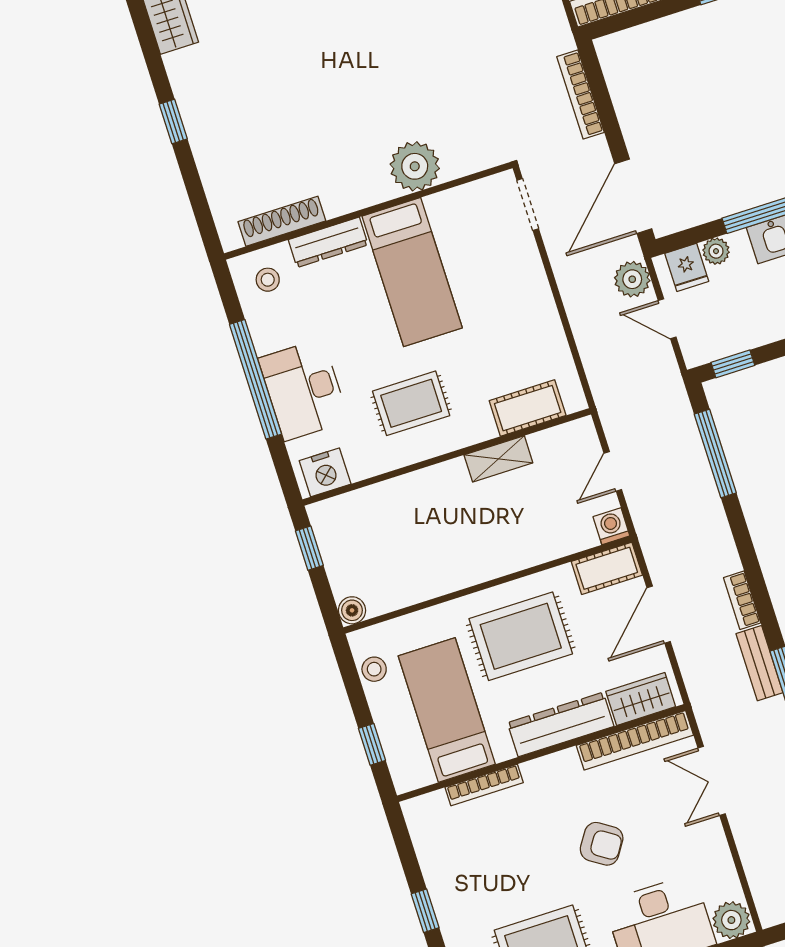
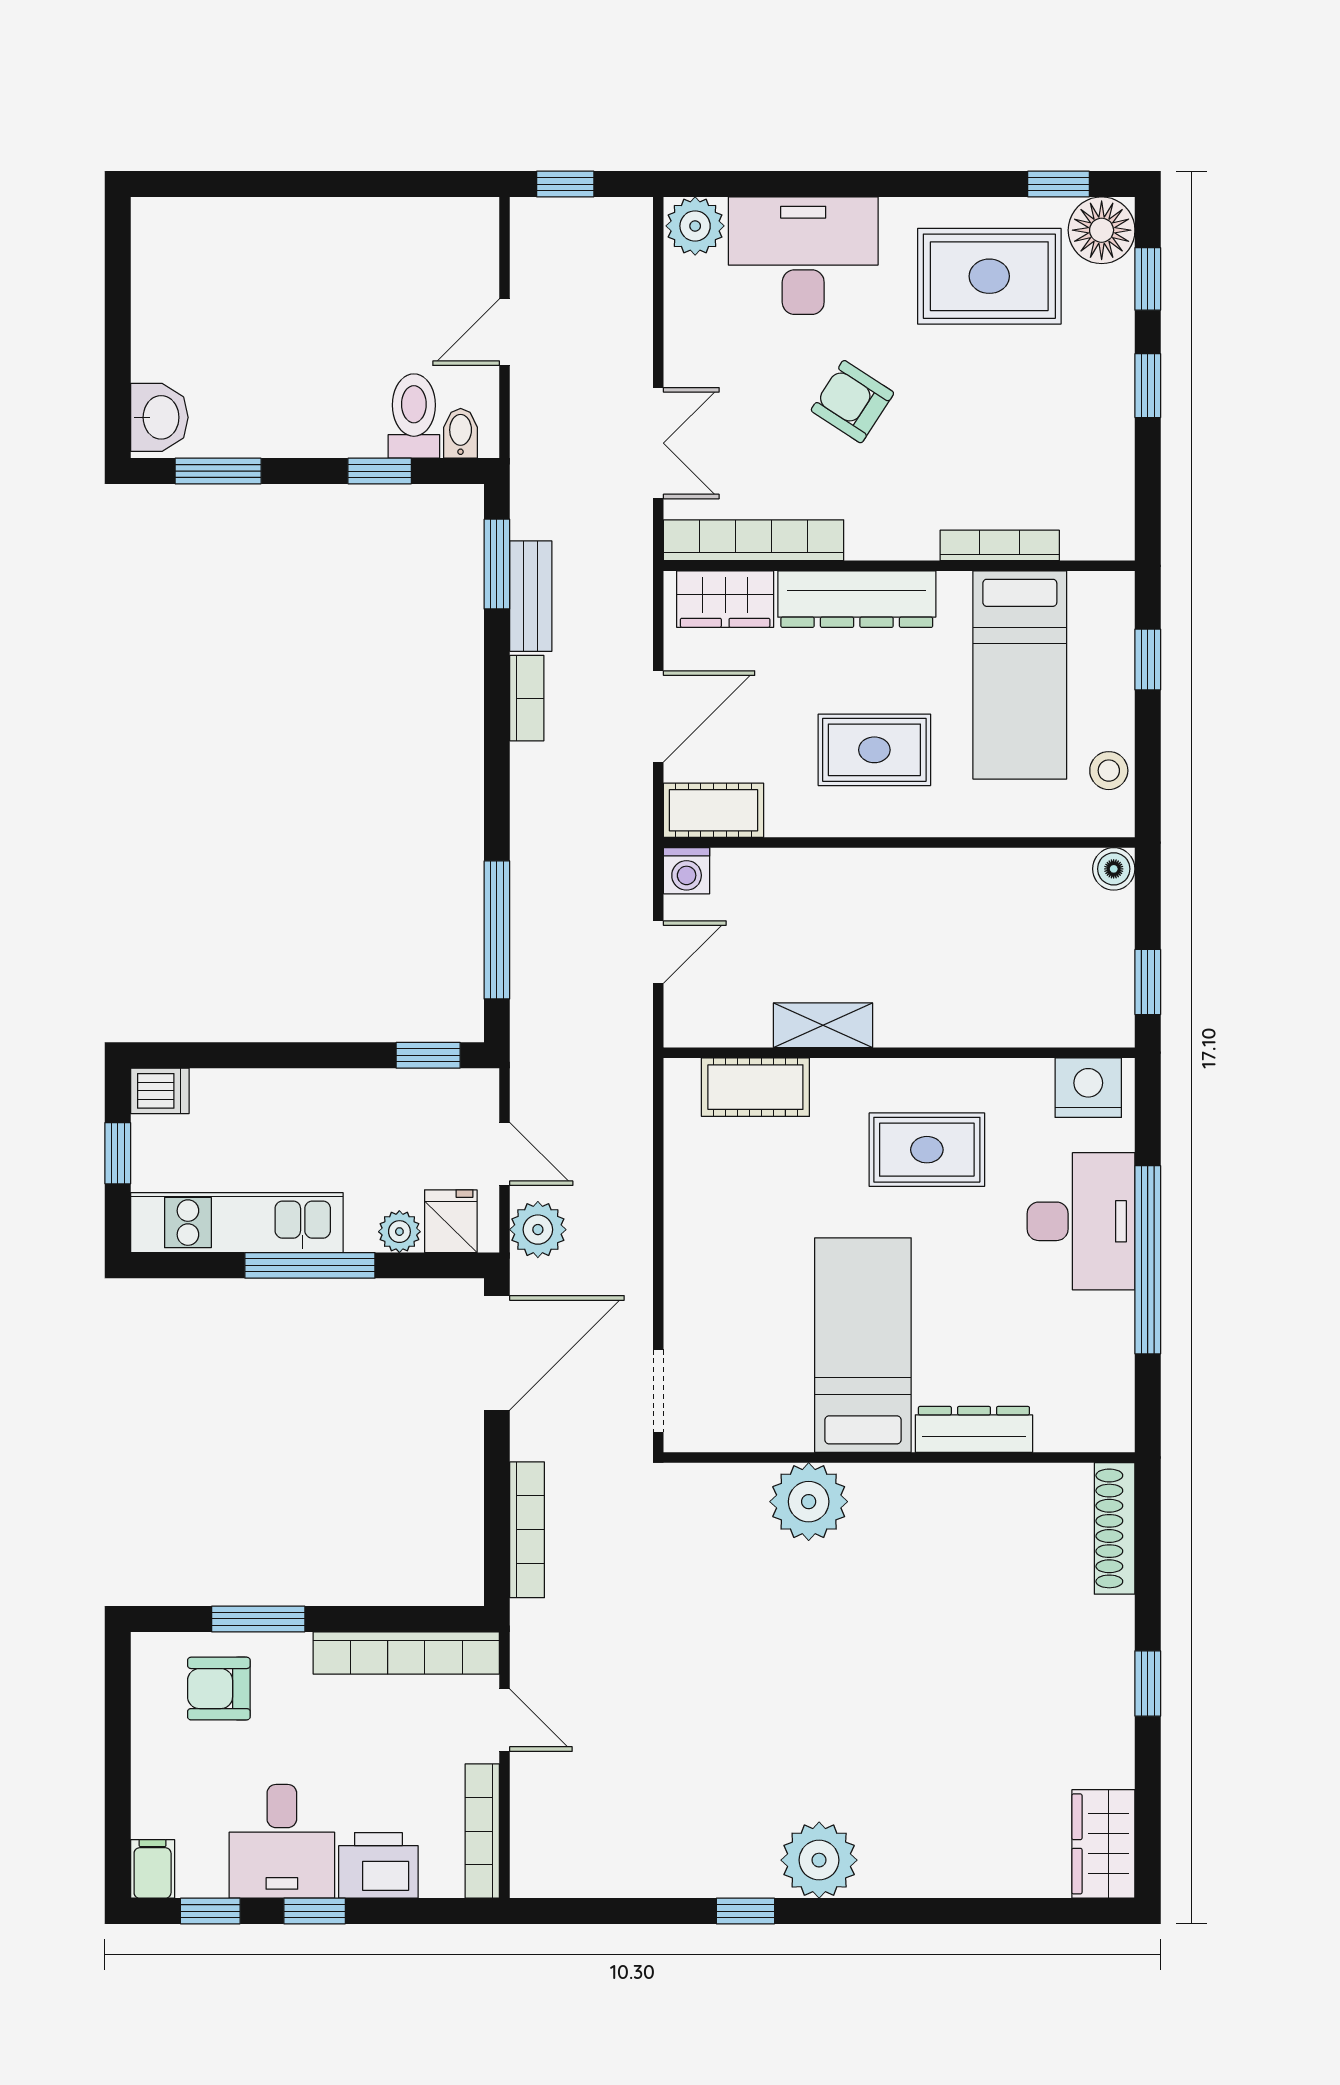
shoe rack: (282, 221) -> (1115, 1528), moved, turned 90
stool: (268, 280) -> (1082, 1402), removed
rug: (521, 636) -> (874, 750), width x0.73, depth x0.70

